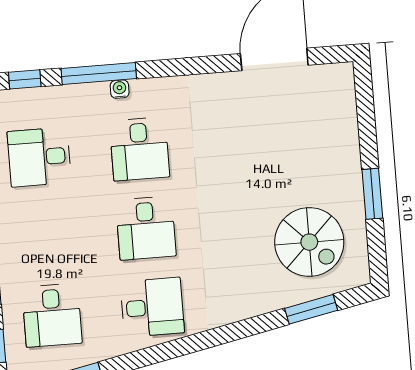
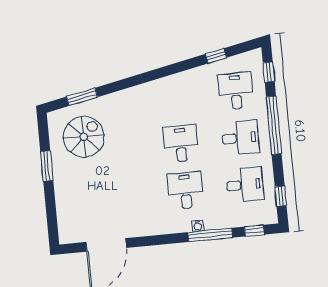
spiral stairs: (309, 242) -> (84, 137), turned 90
desk: (152, 307) -> (240, 138), moved, turned 180

